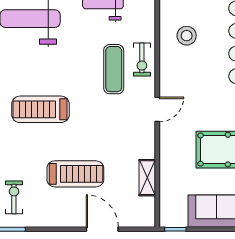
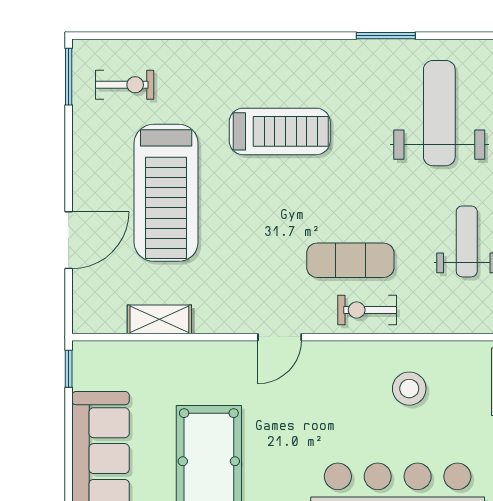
treadmill: (40, 109) -> (280, 131), turned 90
door: (157, 109) -> (280, 337), hinge flipped
treadmill: (75, 174) -> (166, 193), width x1.37, depth x1.38

